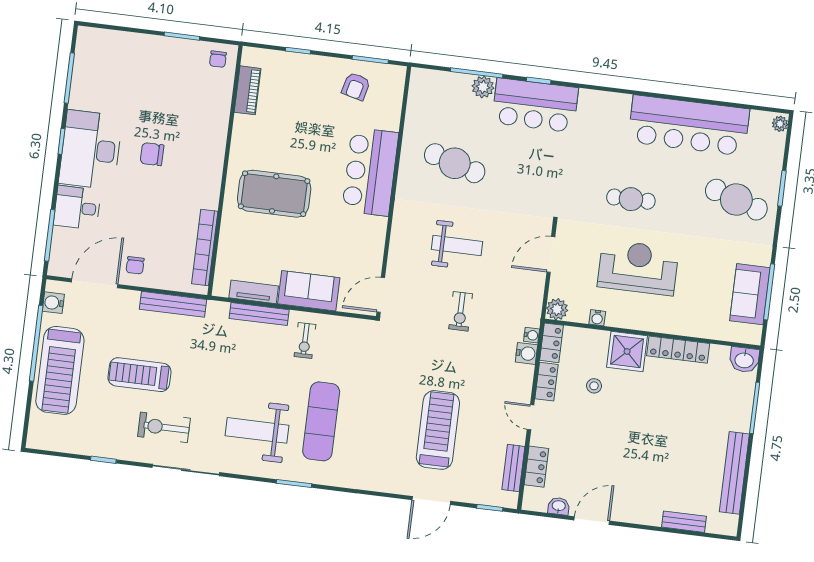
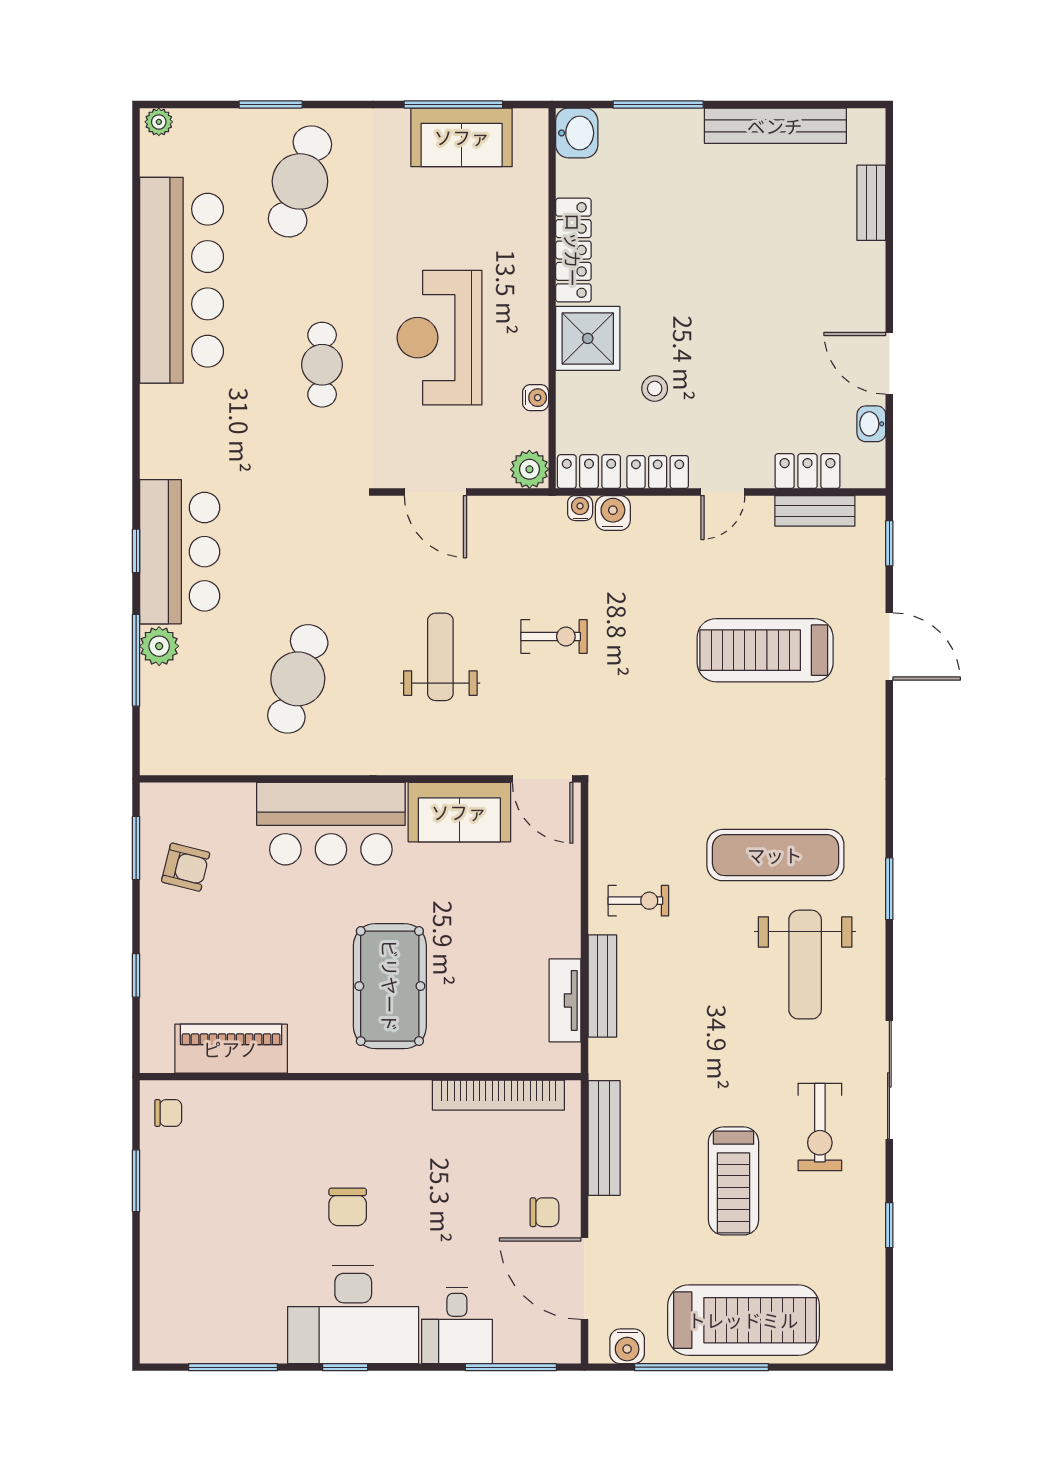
piano: (248, 90) -> (231, 1049), width x1.37, depth x1.33
sofa: (309, 291) -> (459, 812), moved, turned -90

